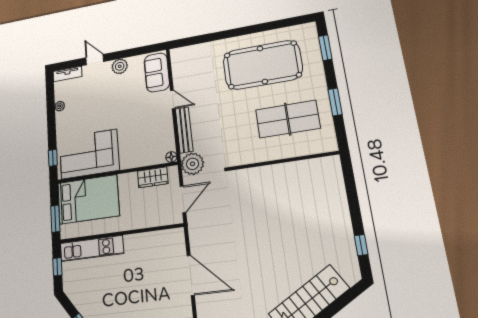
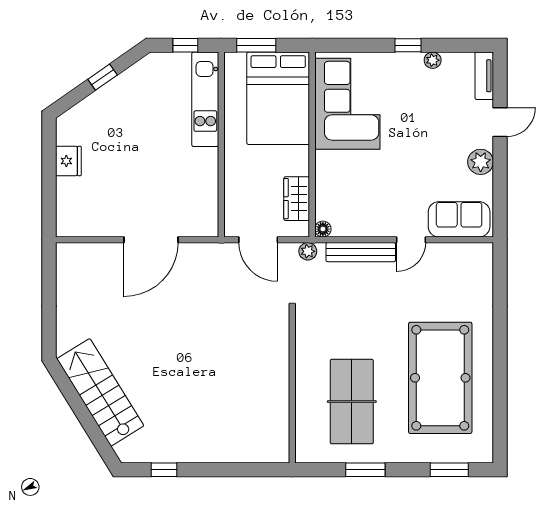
window: (53, 158) -> (408, 45), moved
plant: (193, 164) -> (308, 251), width x0.53, depth x0.53

